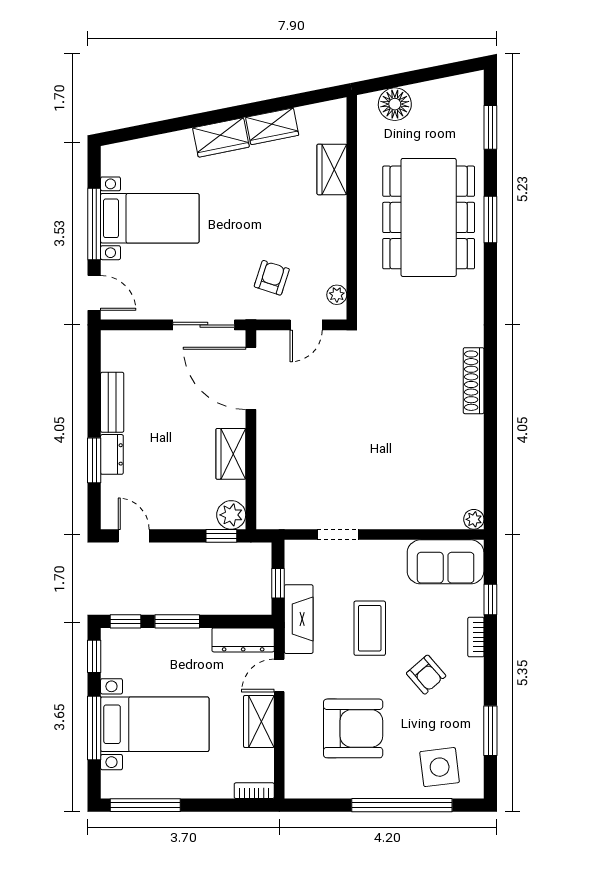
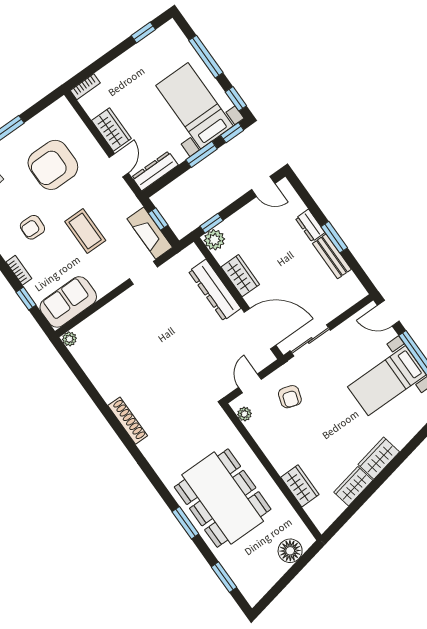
dresser: (271, 458) -> (215, 290), added
window: (94, 460) -> (334, 237), moved
fireplace: (299, 619) -> (150, 233), moved
armchair: (426, 675) -> (32, 227), turned -47
bed with nightstands: (155, 724) -> (194, 106), moved, turned 90
window: (145, 805) -> (143, 33), width x0.46

